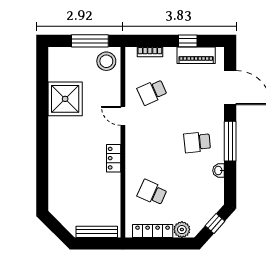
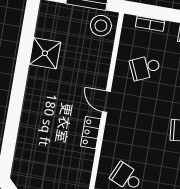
shower: (65, 99) -> (45, 53), width x0.73, depth x0.73
door: (123, 116) -> (106, 102), moved

